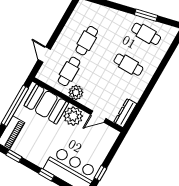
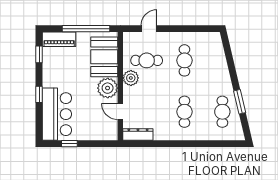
cafe table: (87, 41) -> (184, 60), turned 90

